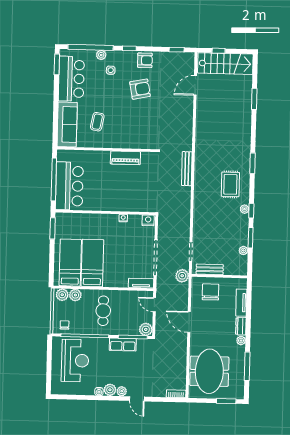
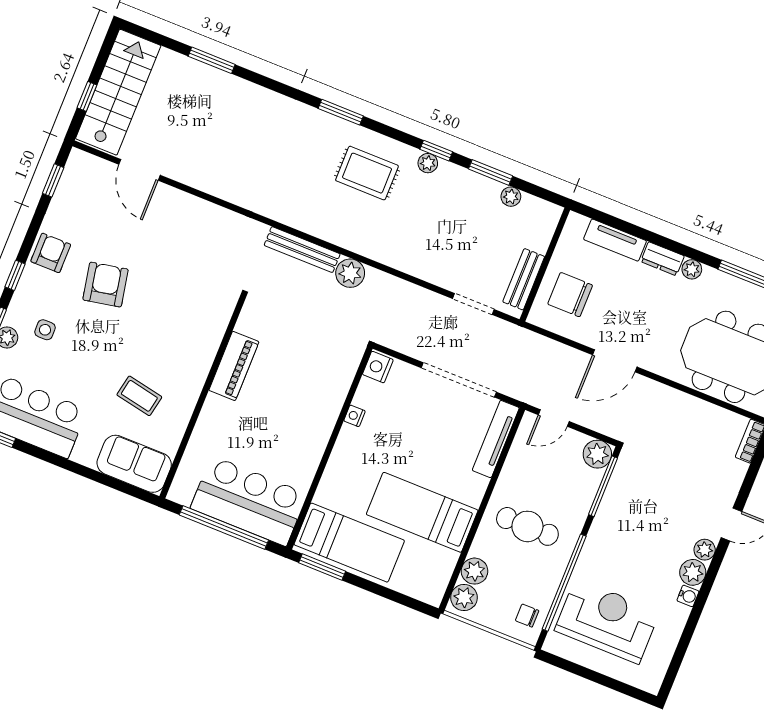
sofa: (67, 124) -> (134, 464), width x0.73
bed: (70, 263) -> (349, 543), moved, turned 180
plant: (182, 276) -> (350, 273), moved
tv unit: (141, 283) -> (496, 439), width x1.41
row of seats: (123, 344) -> (611, 512), removed

